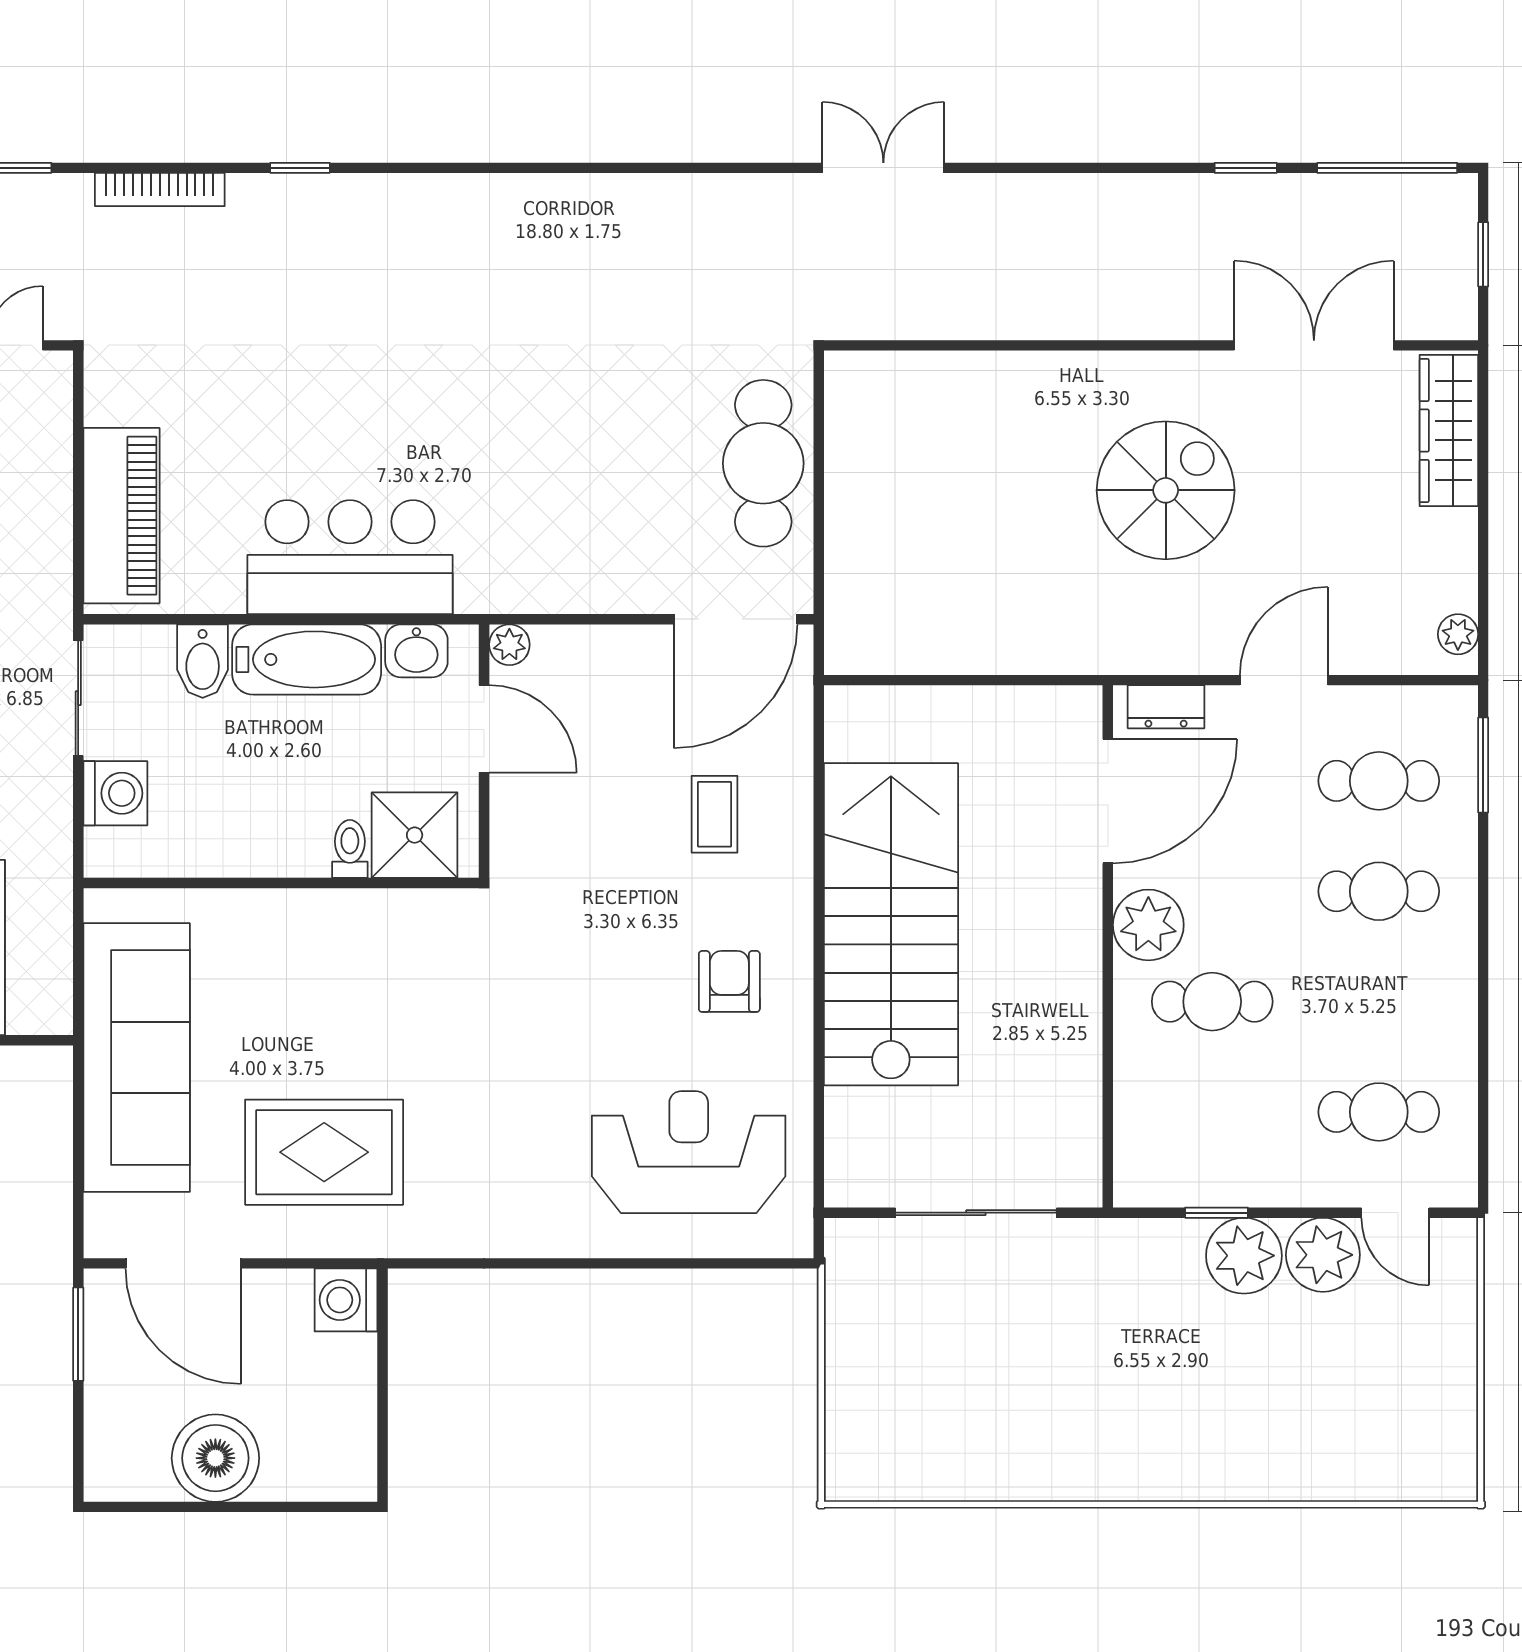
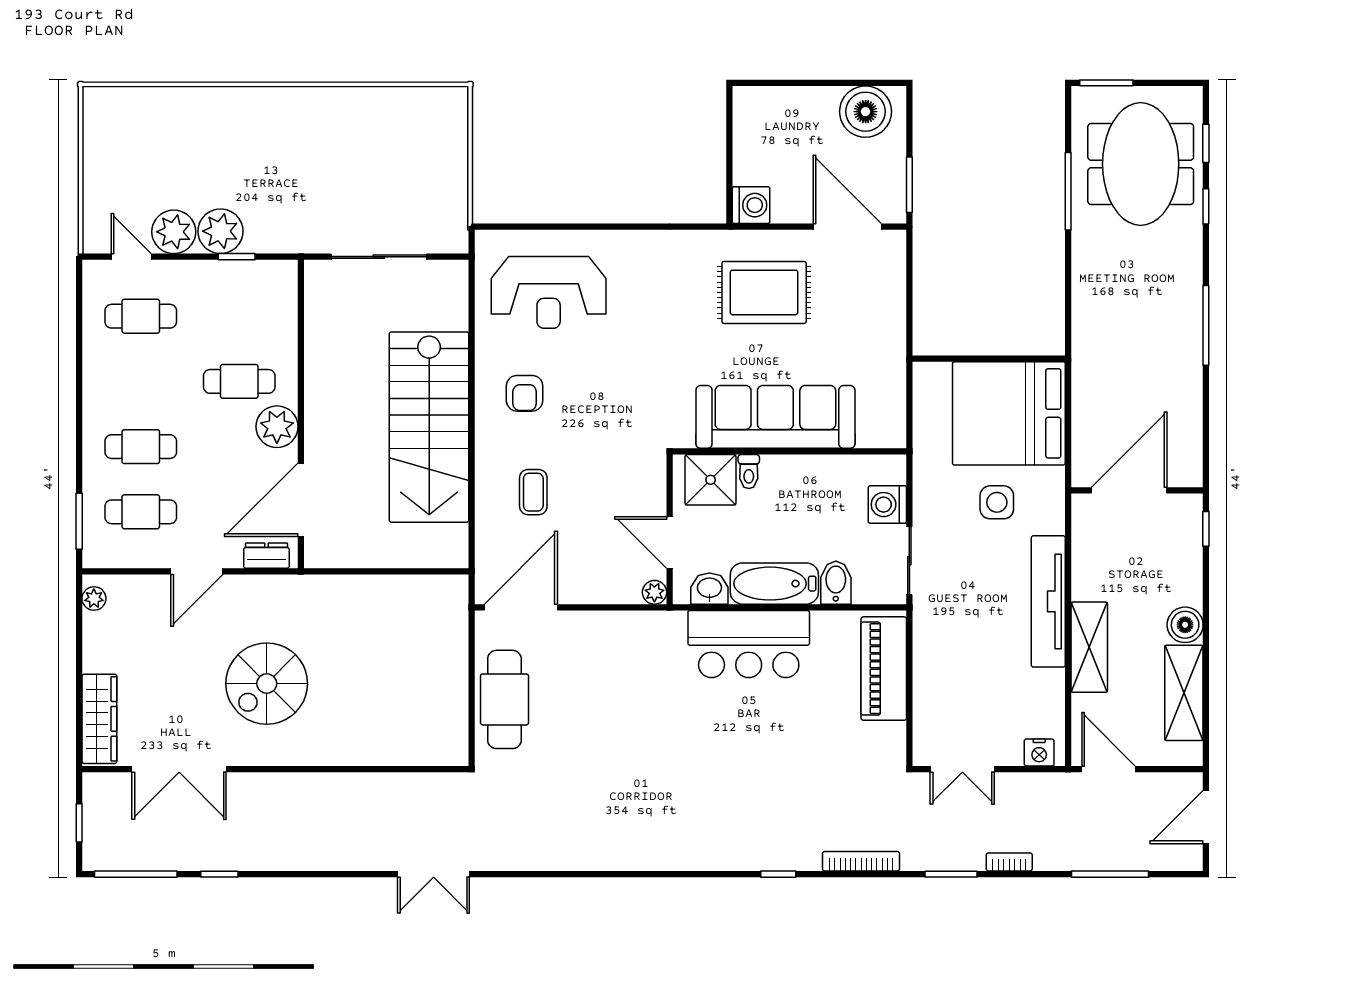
sofa: (137, 1058) -> (775, 417), moved, turned 90
boiler: (215, 1458) -> (866, 112), moved

